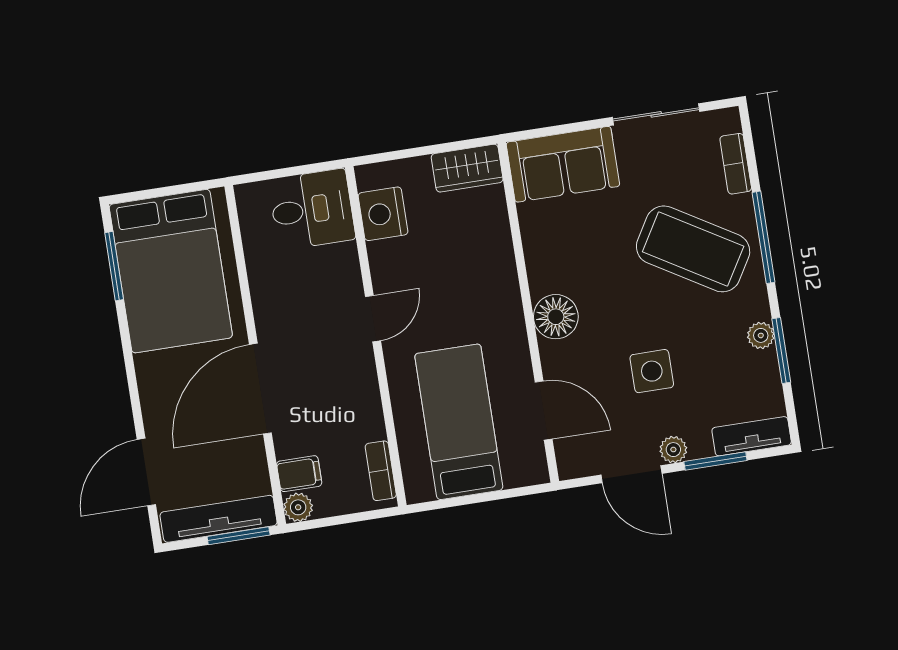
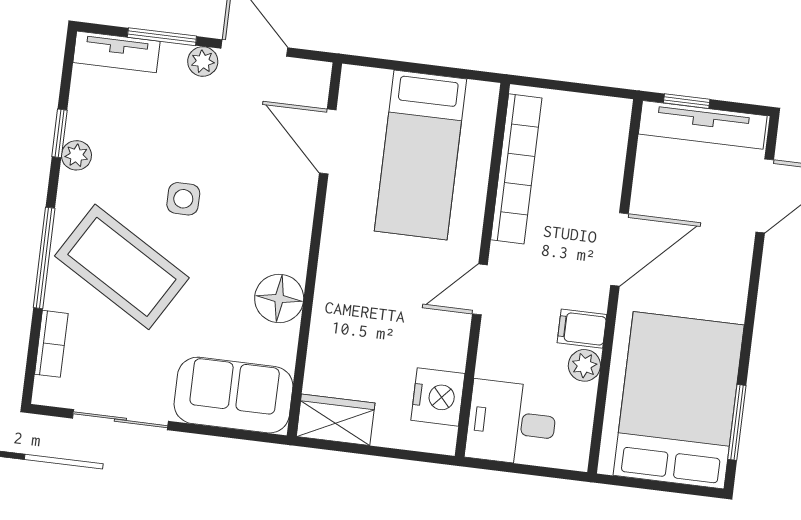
floor lamp: (556, 317) -> (279, 298), moved
window: (781, 351) -> (59, 133), width x0.67
side table: (652, 371) -> (183, 199), moved, width x0.73, depth x0.73
door: (260, 389) -> (619, 249), width x0.73
bookcase: (381, 471) -> (516, 169), width x2.31, depth x1.31
filing cabinet: (299, 474) -> (582, 329), moved
plant: (298, 507) -> (584, 365), moved
window: (239, 536) -> (687, 101), width x0.67

